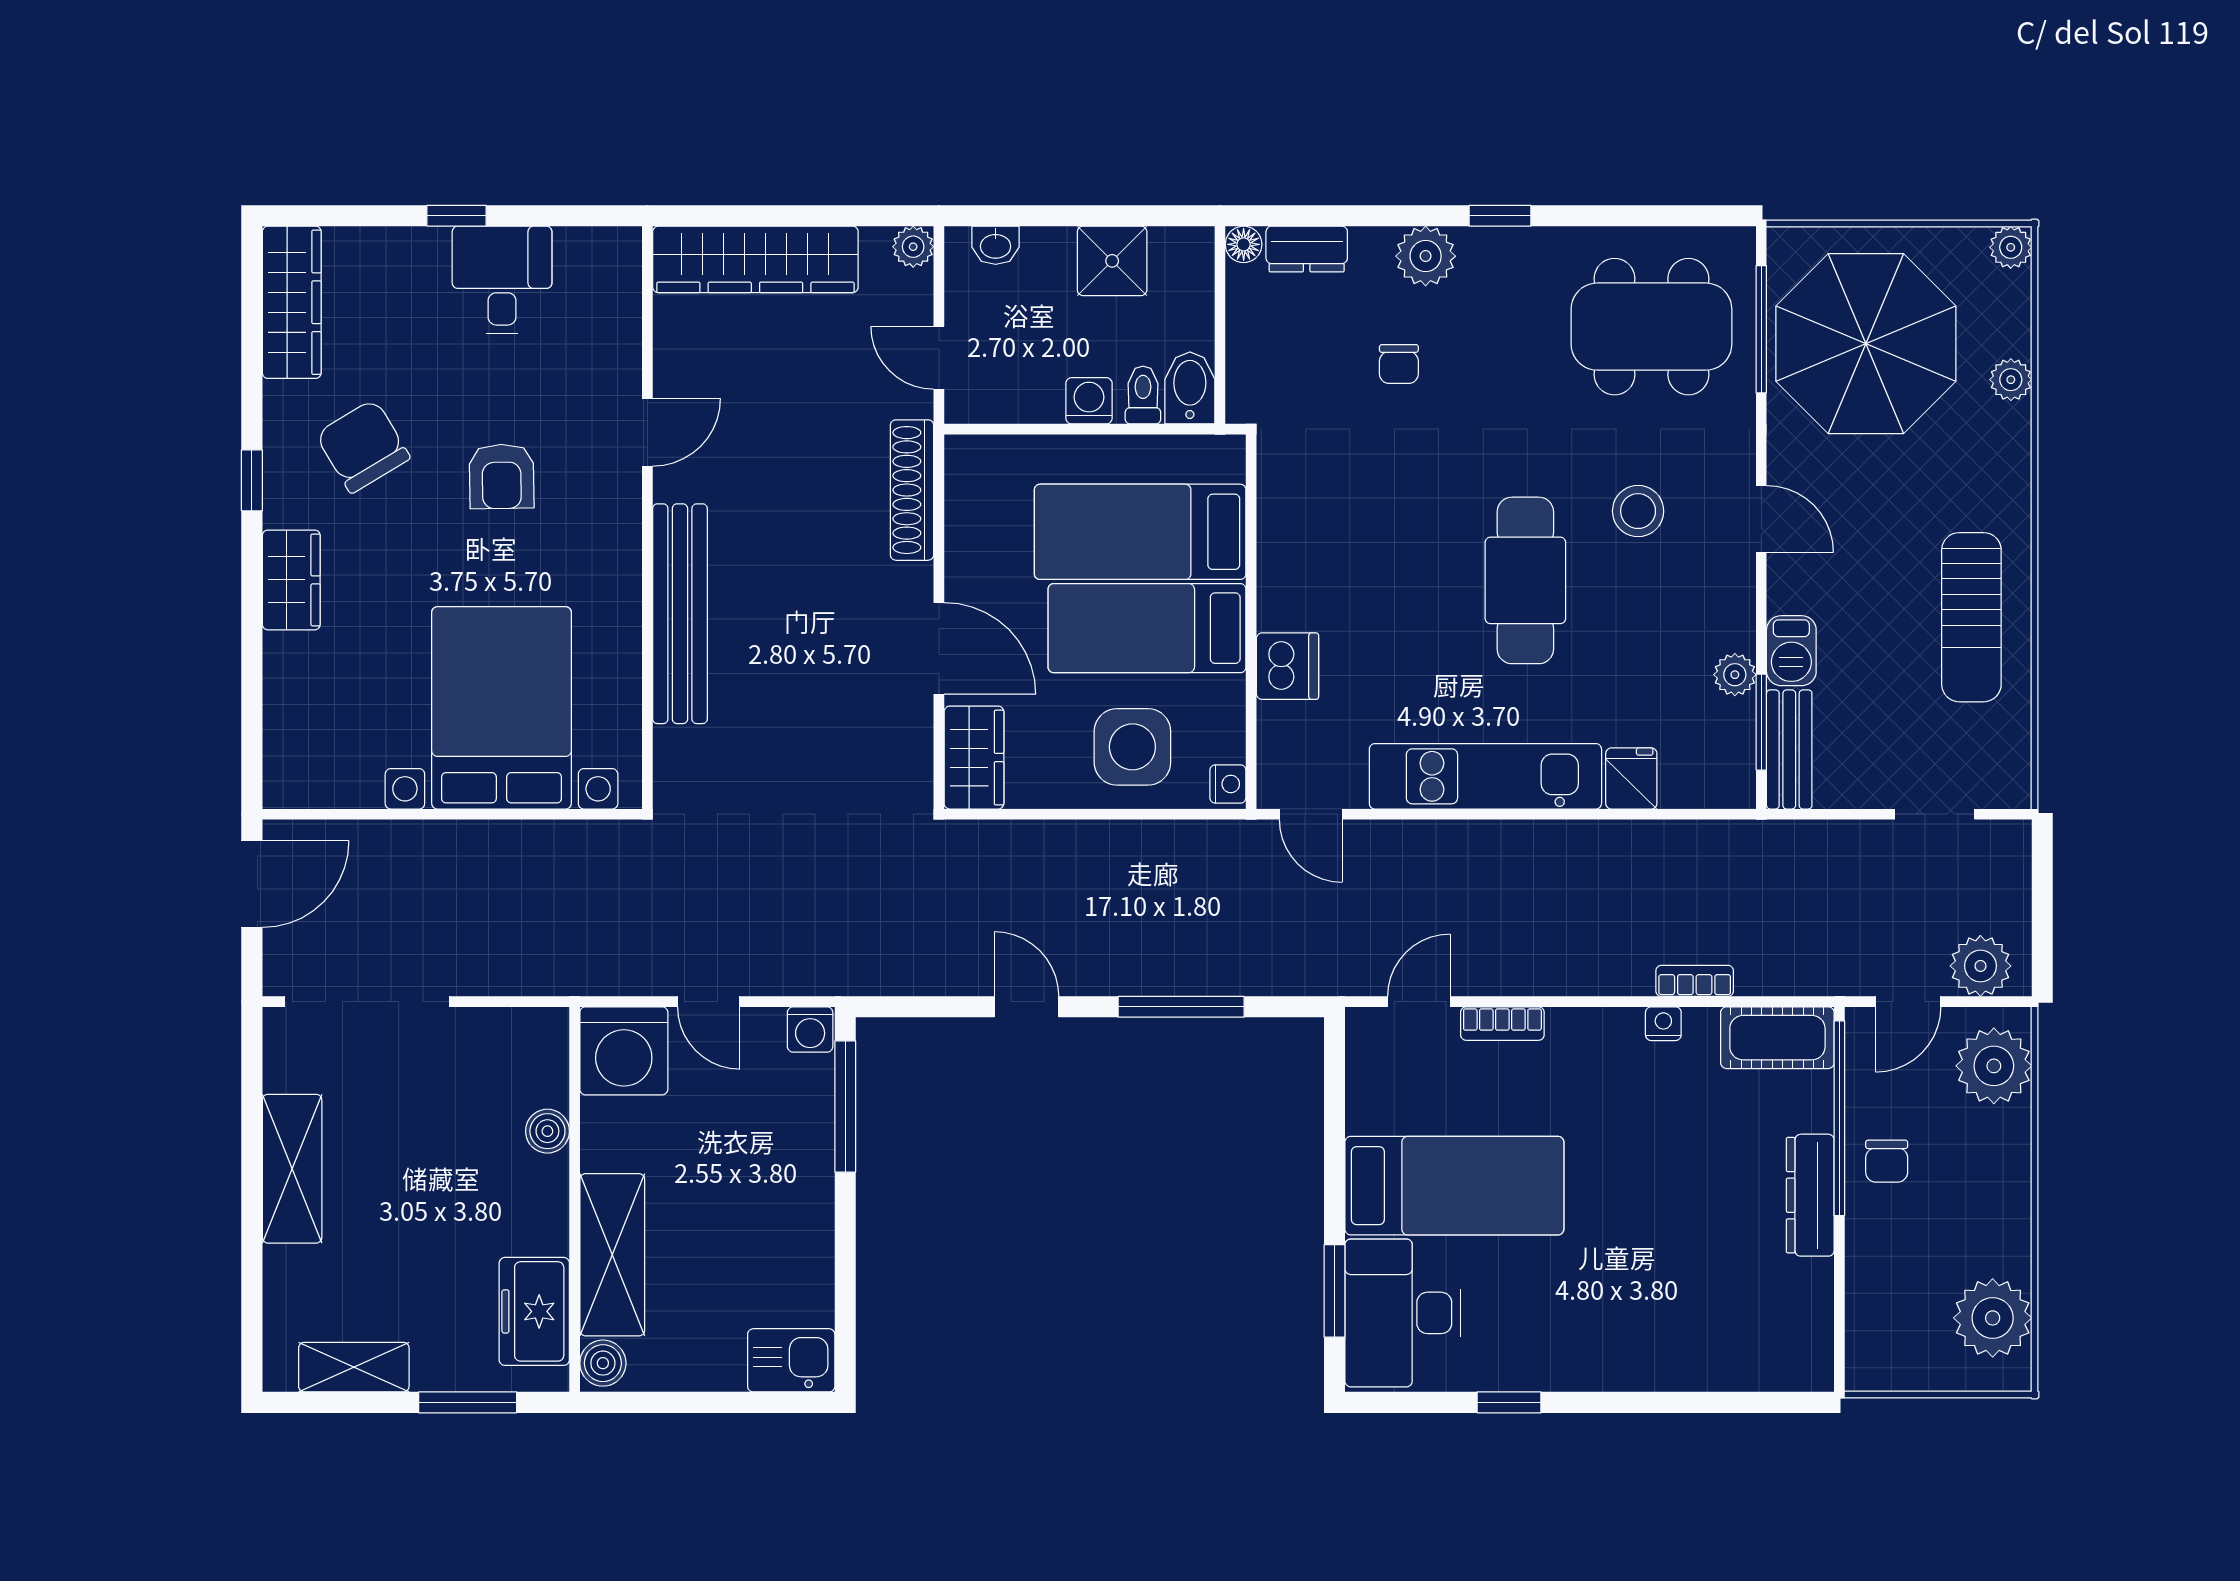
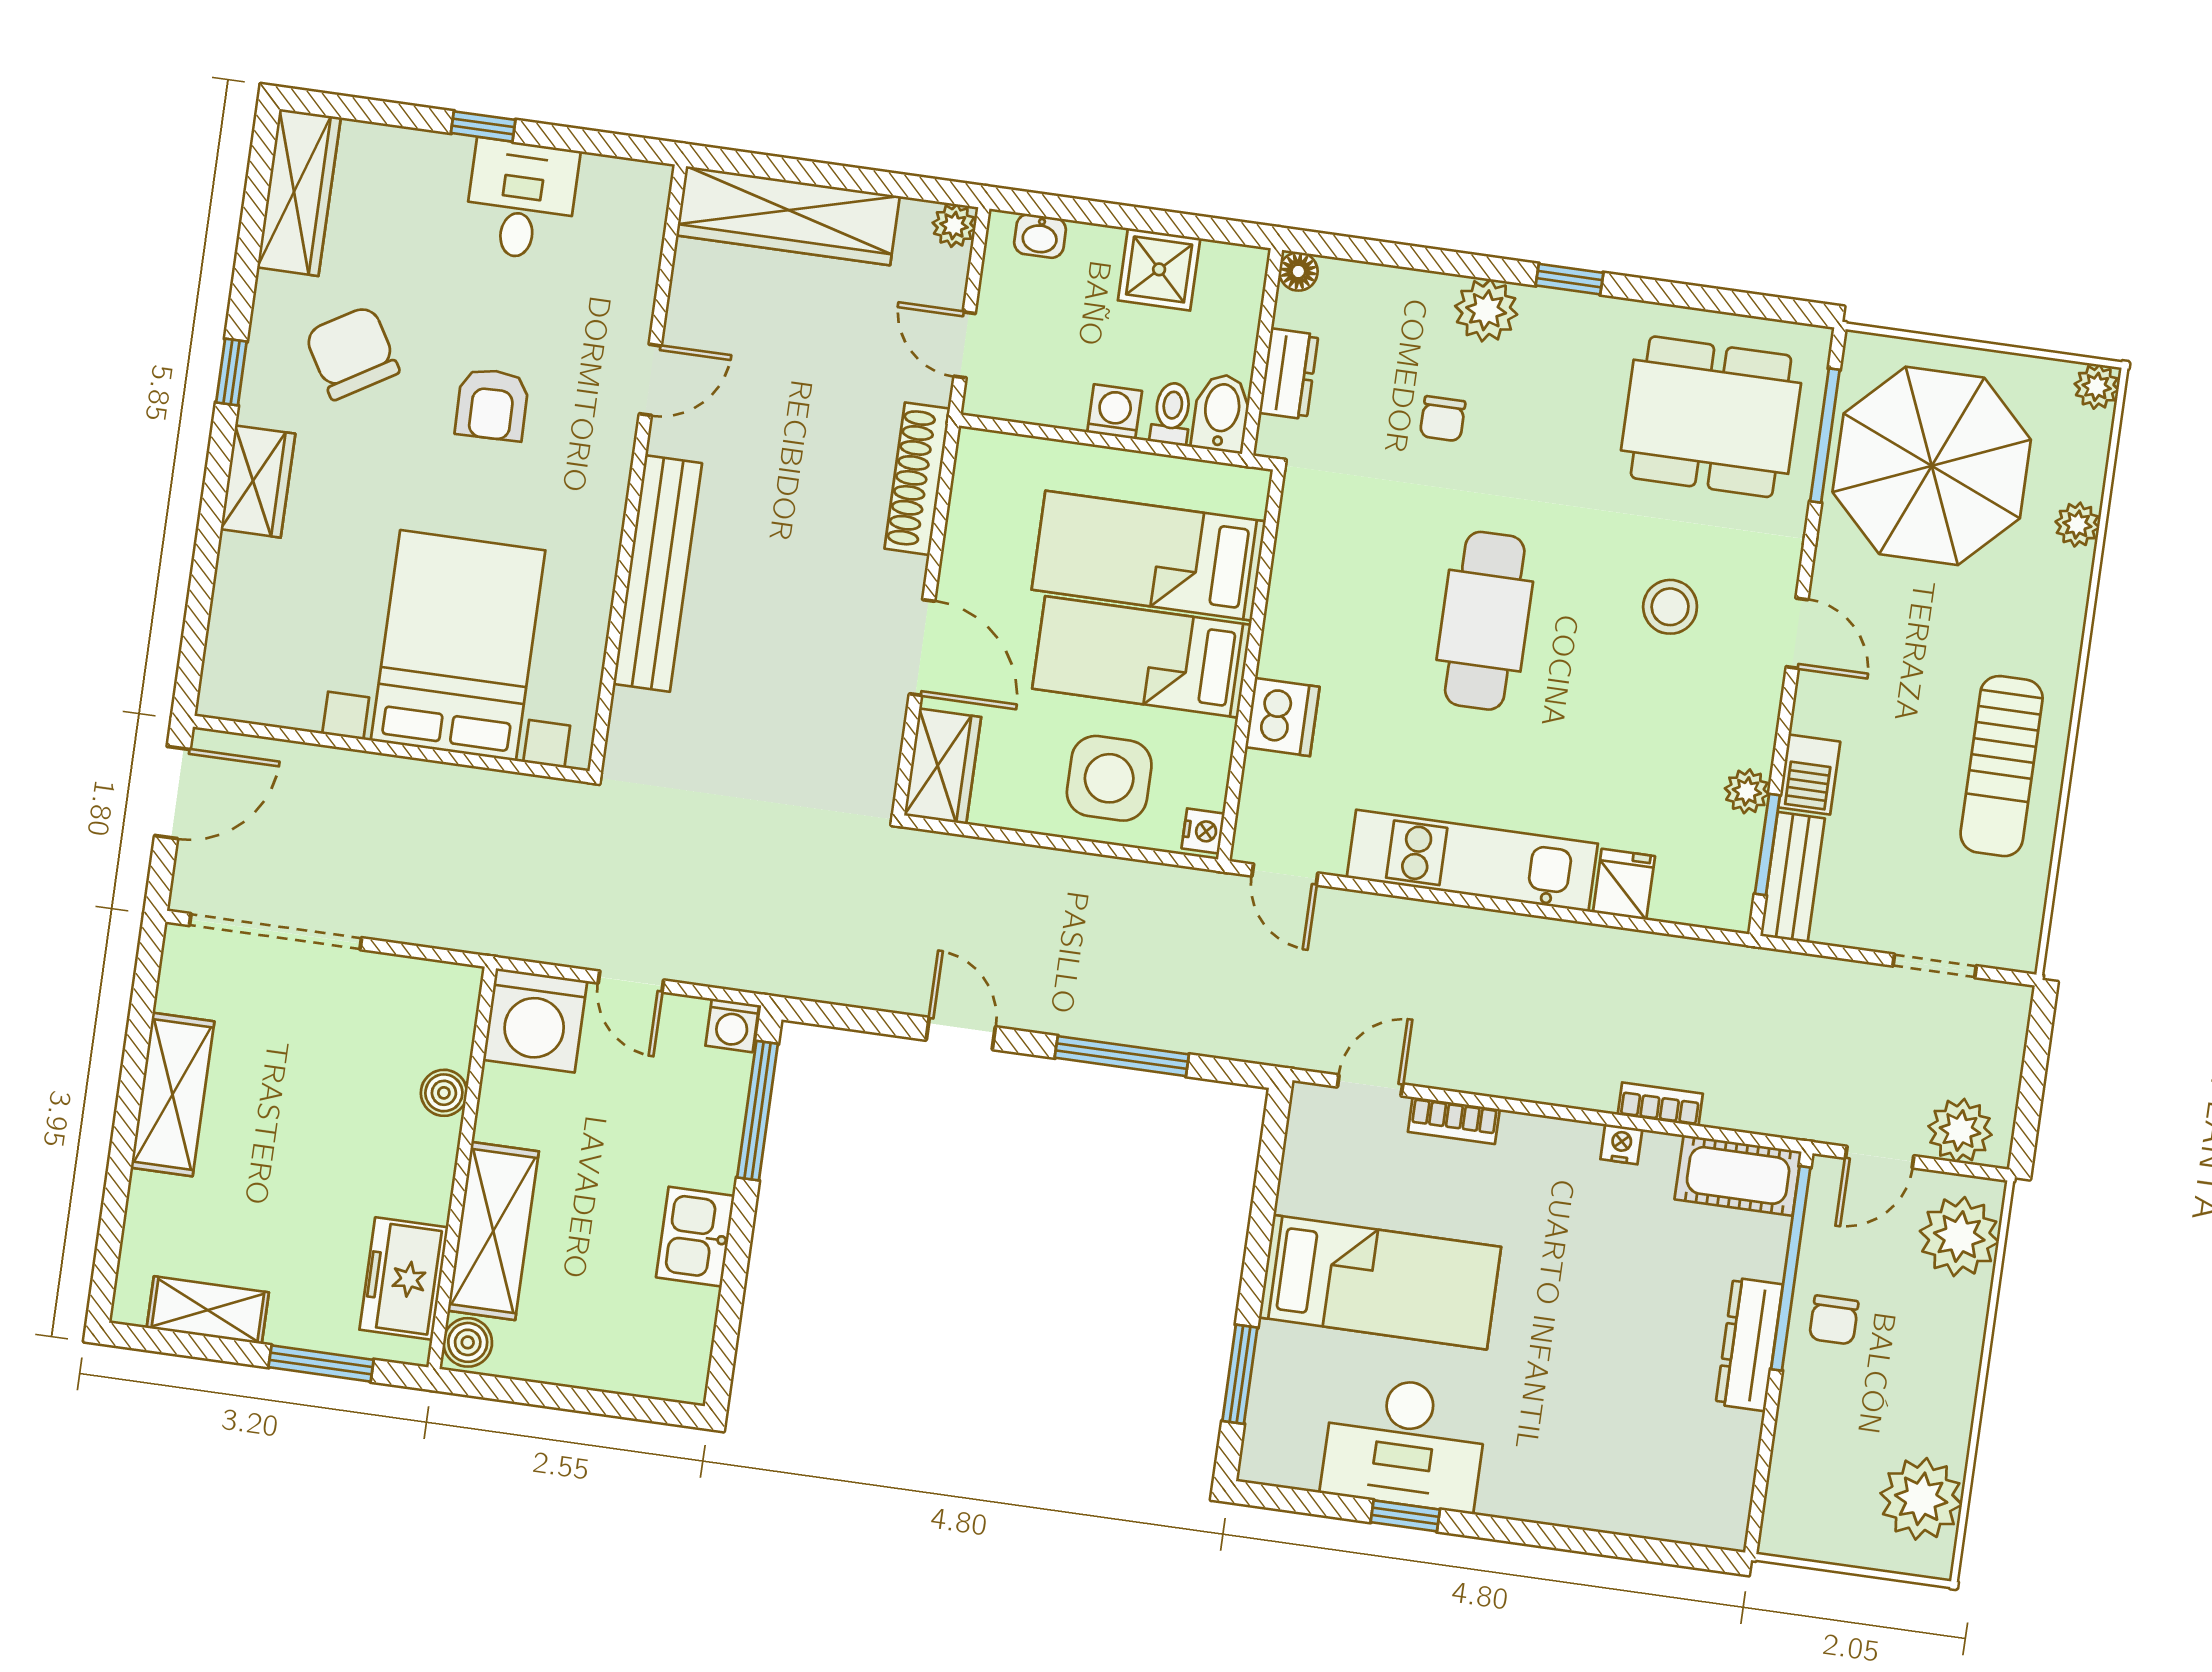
dresser: (1307, 249) -> (1289, 374), moved, turned -90
cafe table: (1525, 580) -> (1485, 621), moved
desk: (1403, 1313) -> (1405, 1443), moved, turned -90
kitchen sink: (791, 1360) -> (695, 1237), moved, turned -90

